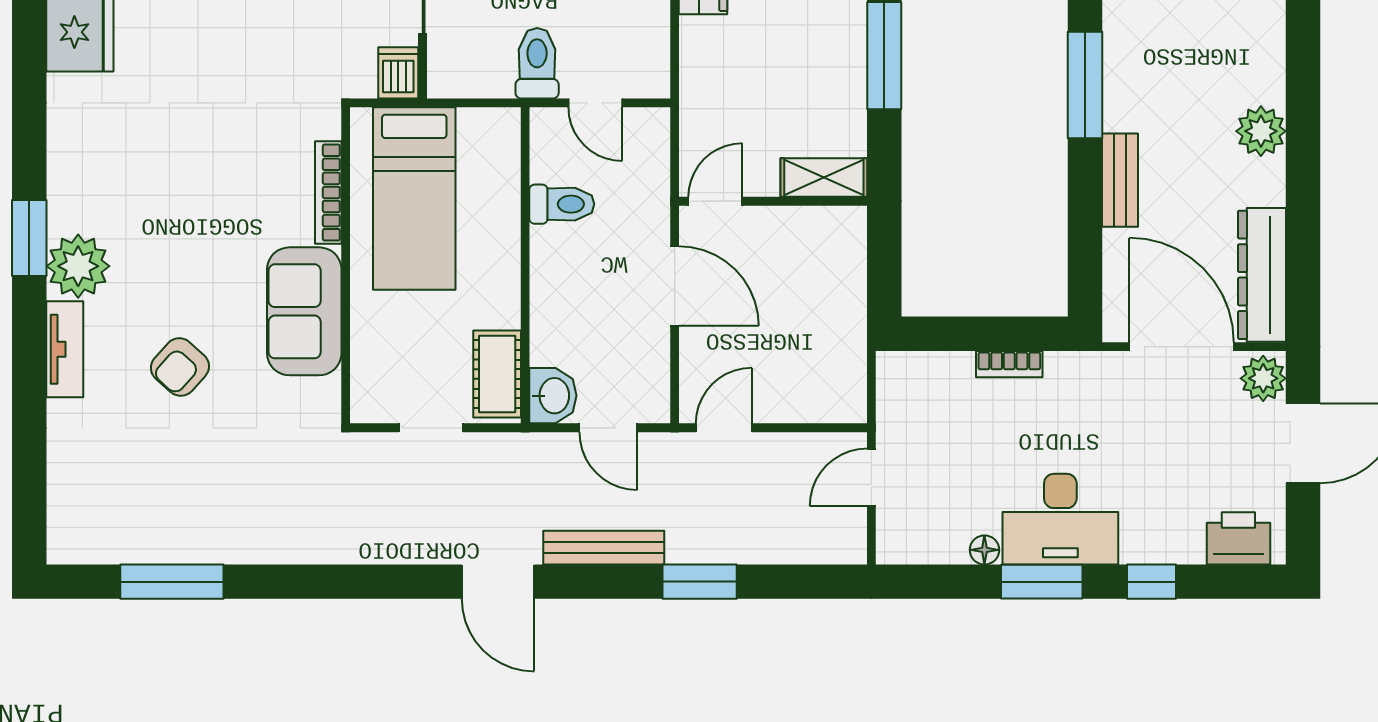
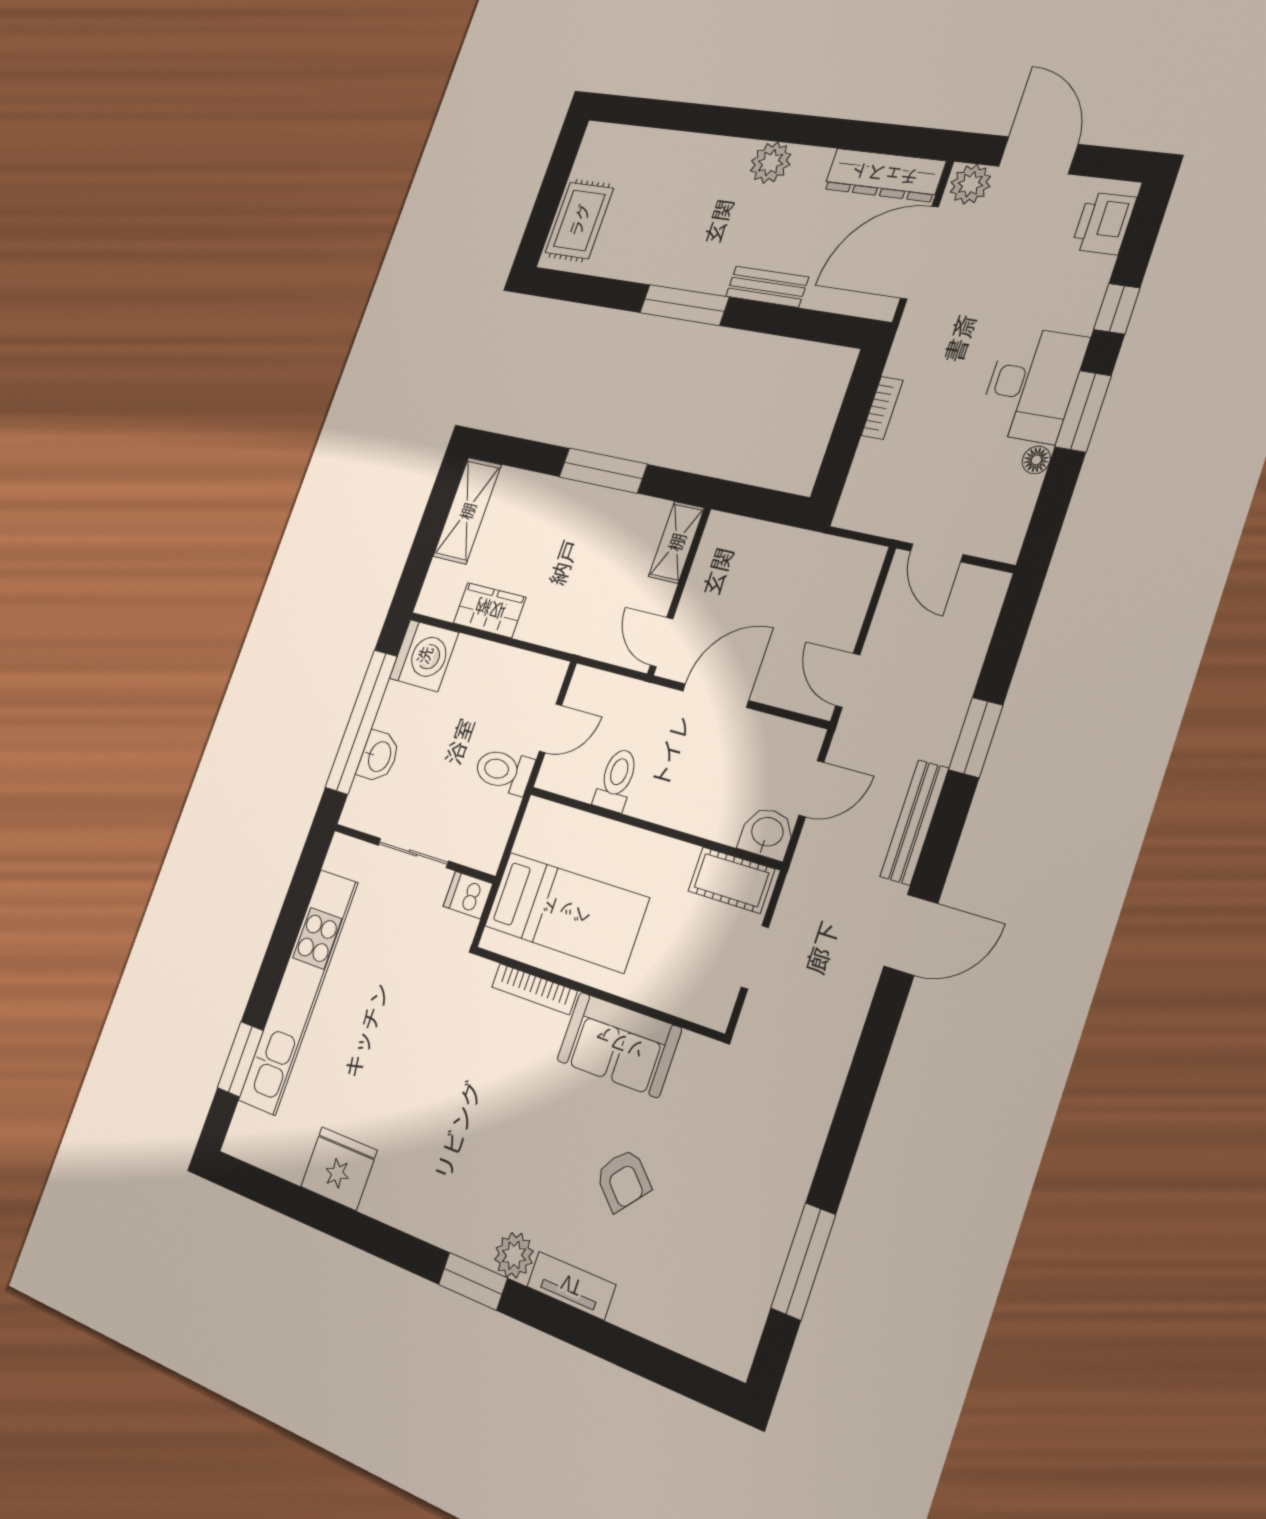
plant: (78, 266) -> (514, 1255), width x0.73, depth x0.73

